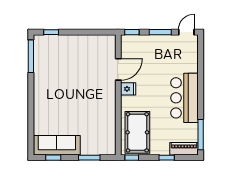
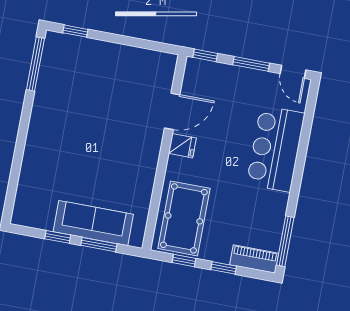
door: (186, 32) -> (293, 72), swing flipped
bar counter: (184, 98) -> (276, 149), moved
sofa: (57, 145) -> (93, 223), moved
window: (53, 158) -> (58, 237), moved
window: (132, 158) -> (184, 261), moved

